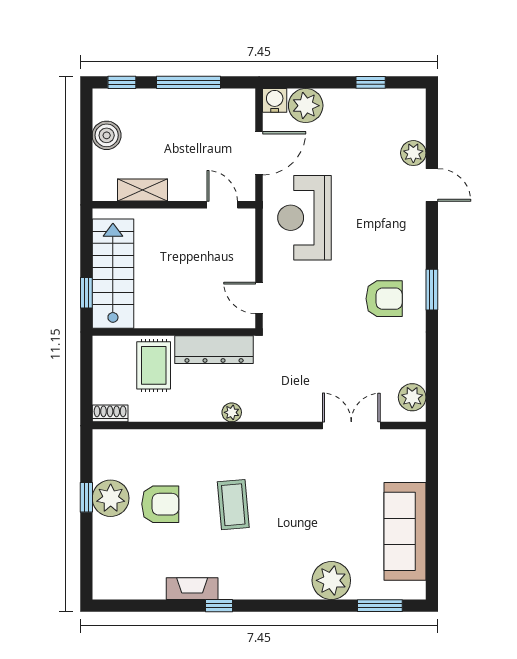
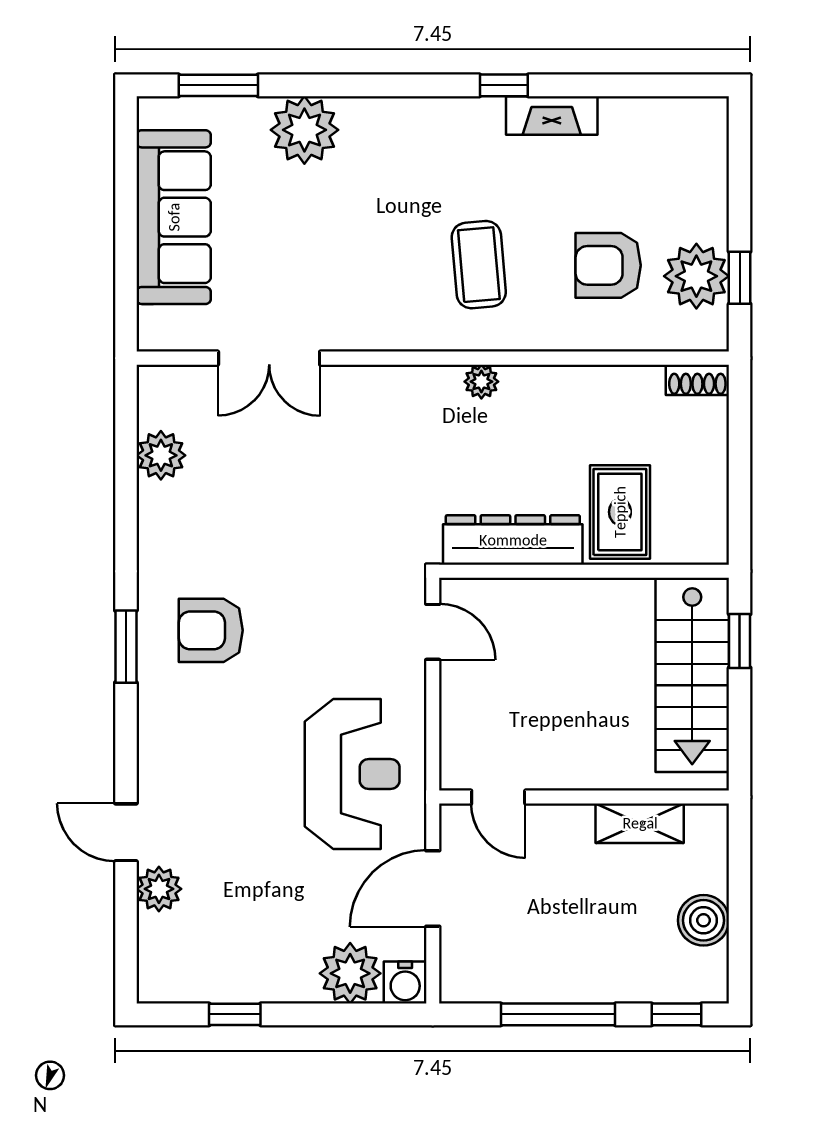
plant: (232, 412) -> (481, 382), moved
shoe rack: (110, 413) -> (697, 380), moved
wall: (259, 426) -> (433, 358), moved
double door: (351, 426) -> (269, 358), moved

